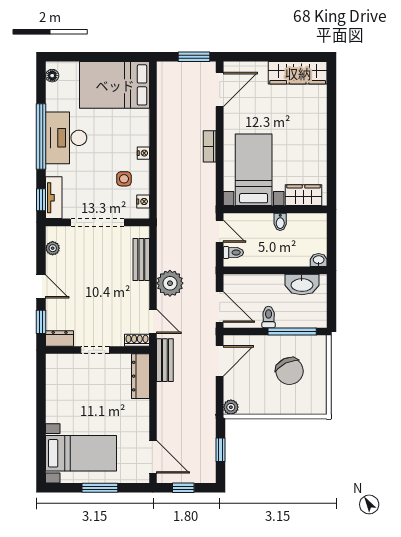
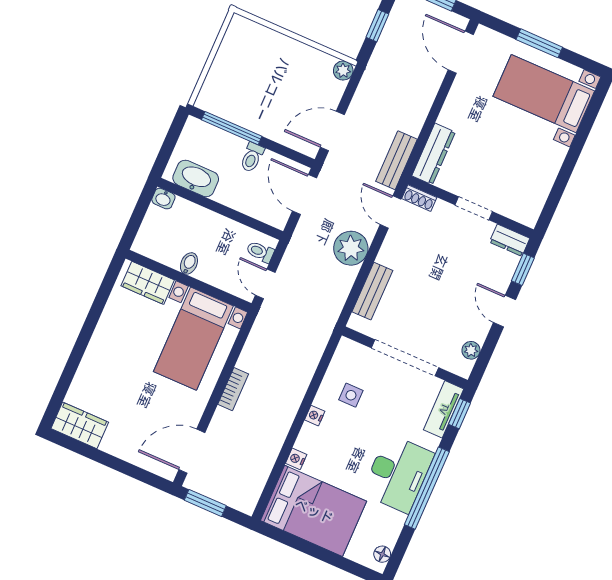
wardrobe: (298, 73) -> (80, 425), width x0.67
nightstand: (143, 201) -> (296, 459), moved
chair: (290, 371) -> (255, 83), removed

